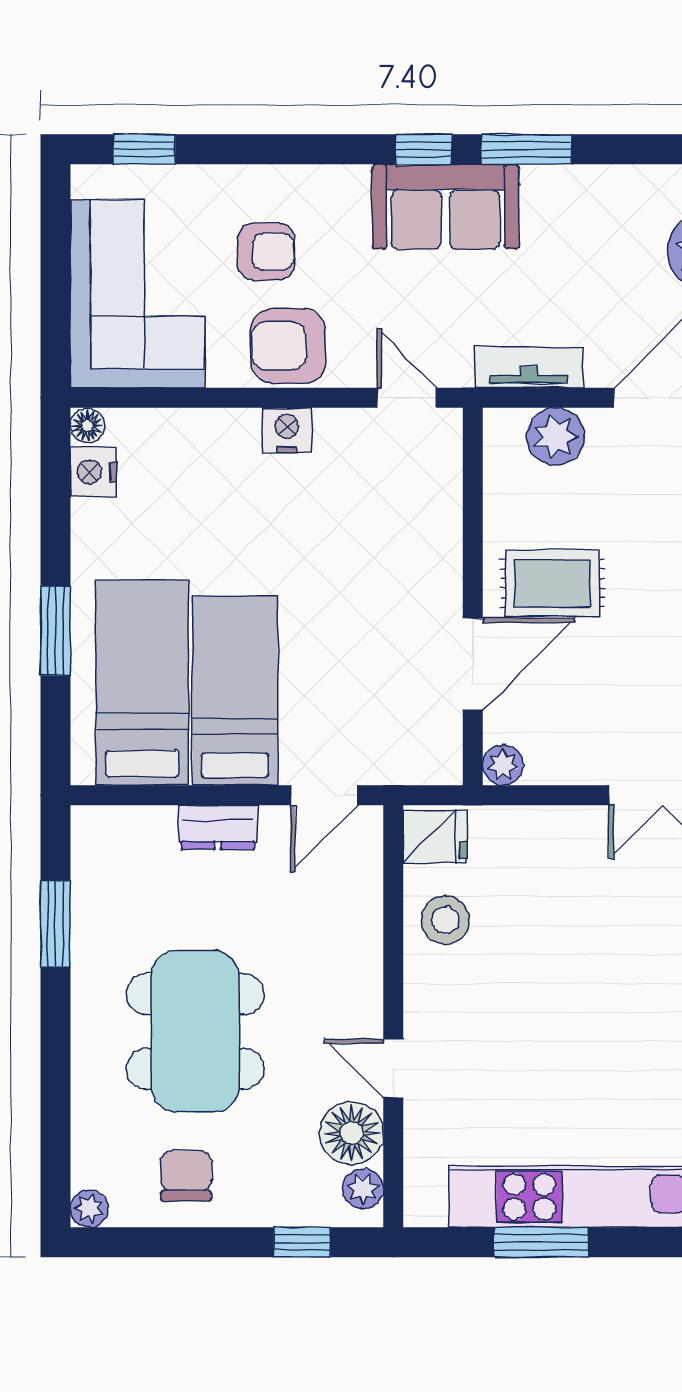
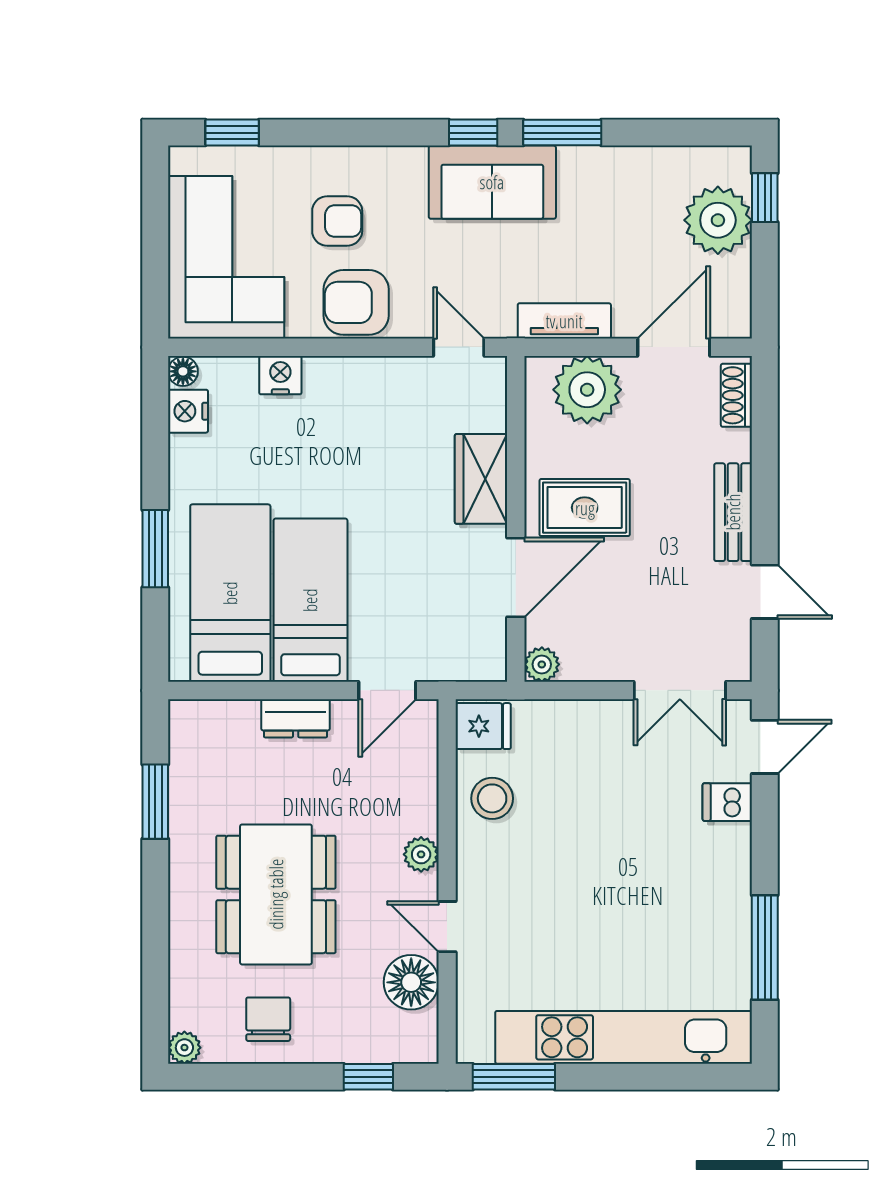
nightstand: (287, 430) -> (280, 375), moved
plant: (555, 437) -> (587, 390), width x1.36, depth x1.36
wardrobe: (433, 550) -> (481, 479), added
plant: (363, 1189) -> (421, 854), moved
window: (541, 1242) -> (514, 1077), moved

